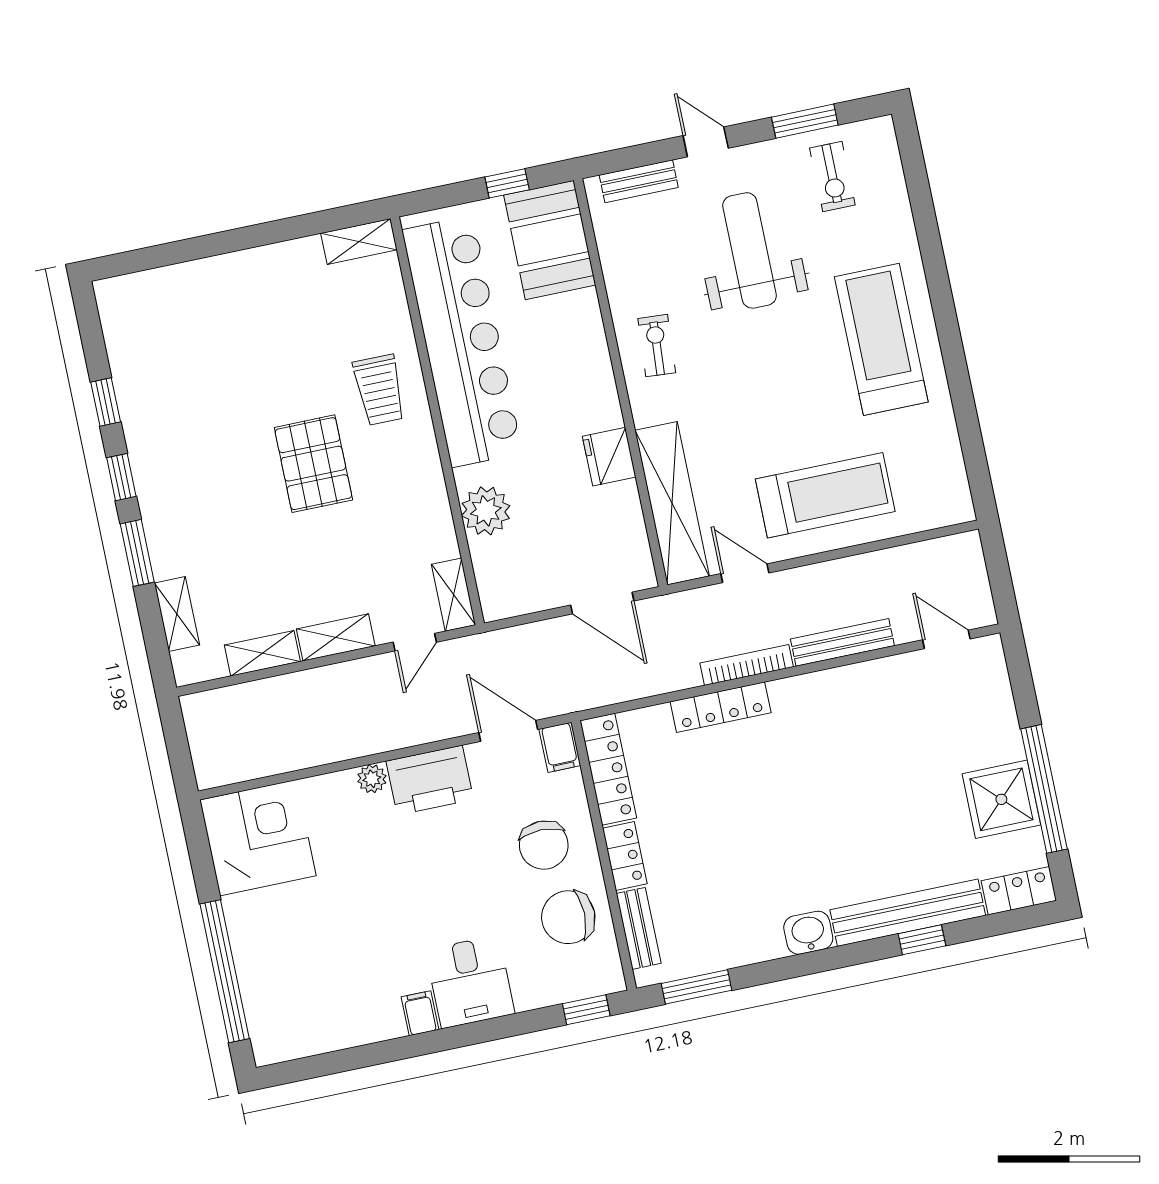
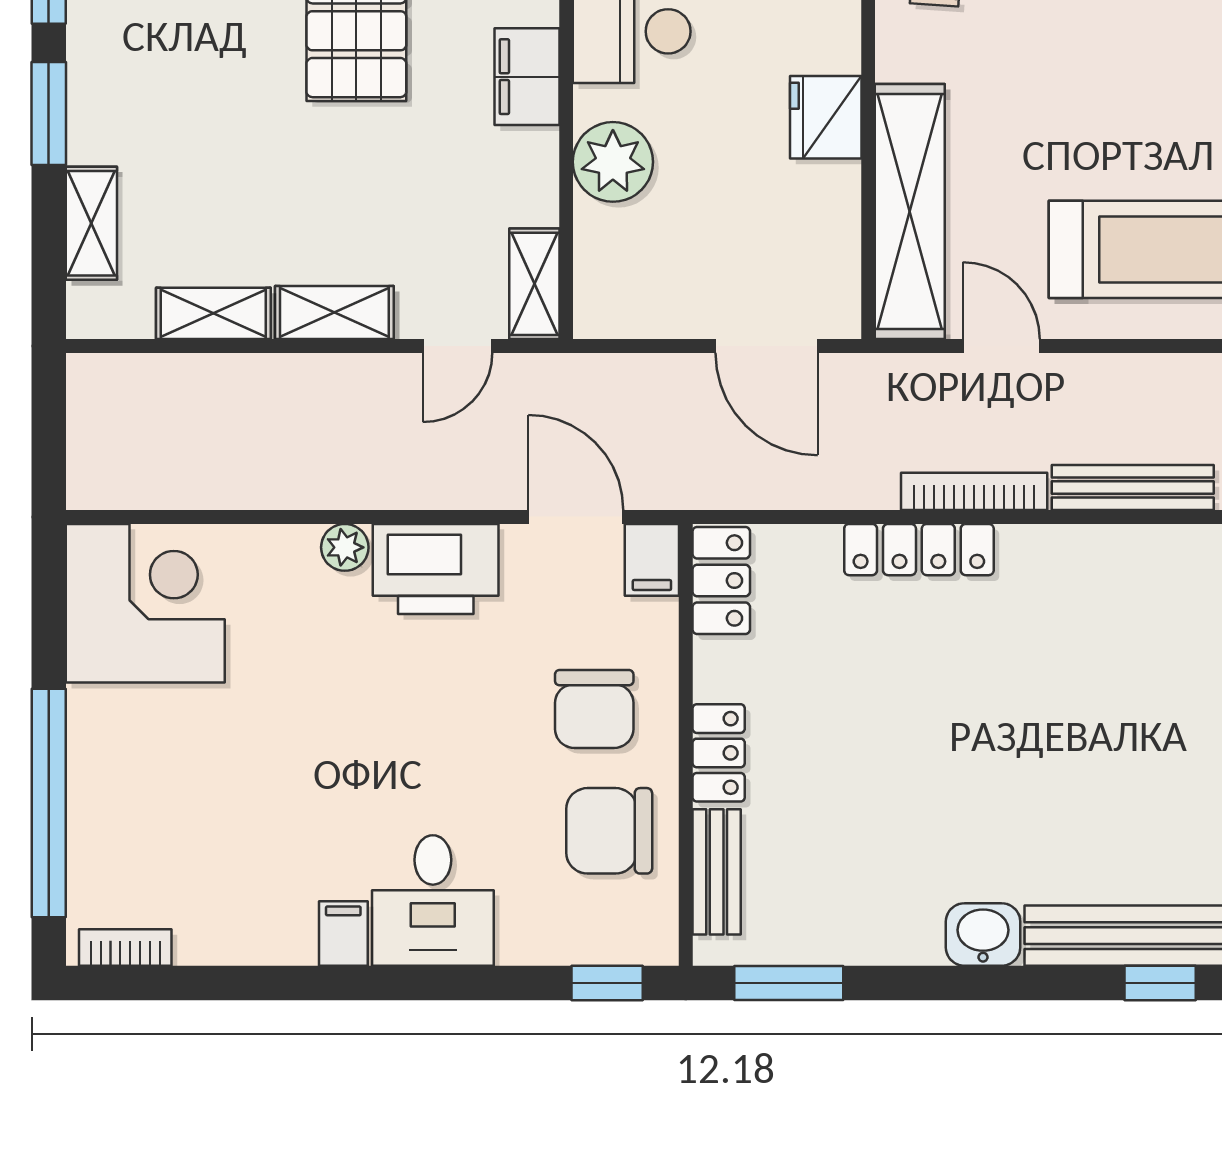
filing cabinet: (423, 470) -> (527, 77), added
locker: (608, 769) -> (721, 580), width x0.66
bookcase: (289, 1049) -> (125, 948), added

